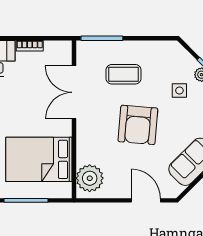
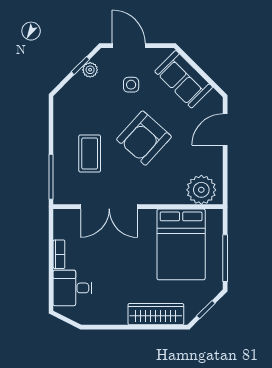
side table: (179, 90) -> (131, 85), moved
armchair: (138, 125) -> (144, 138), turned 127

